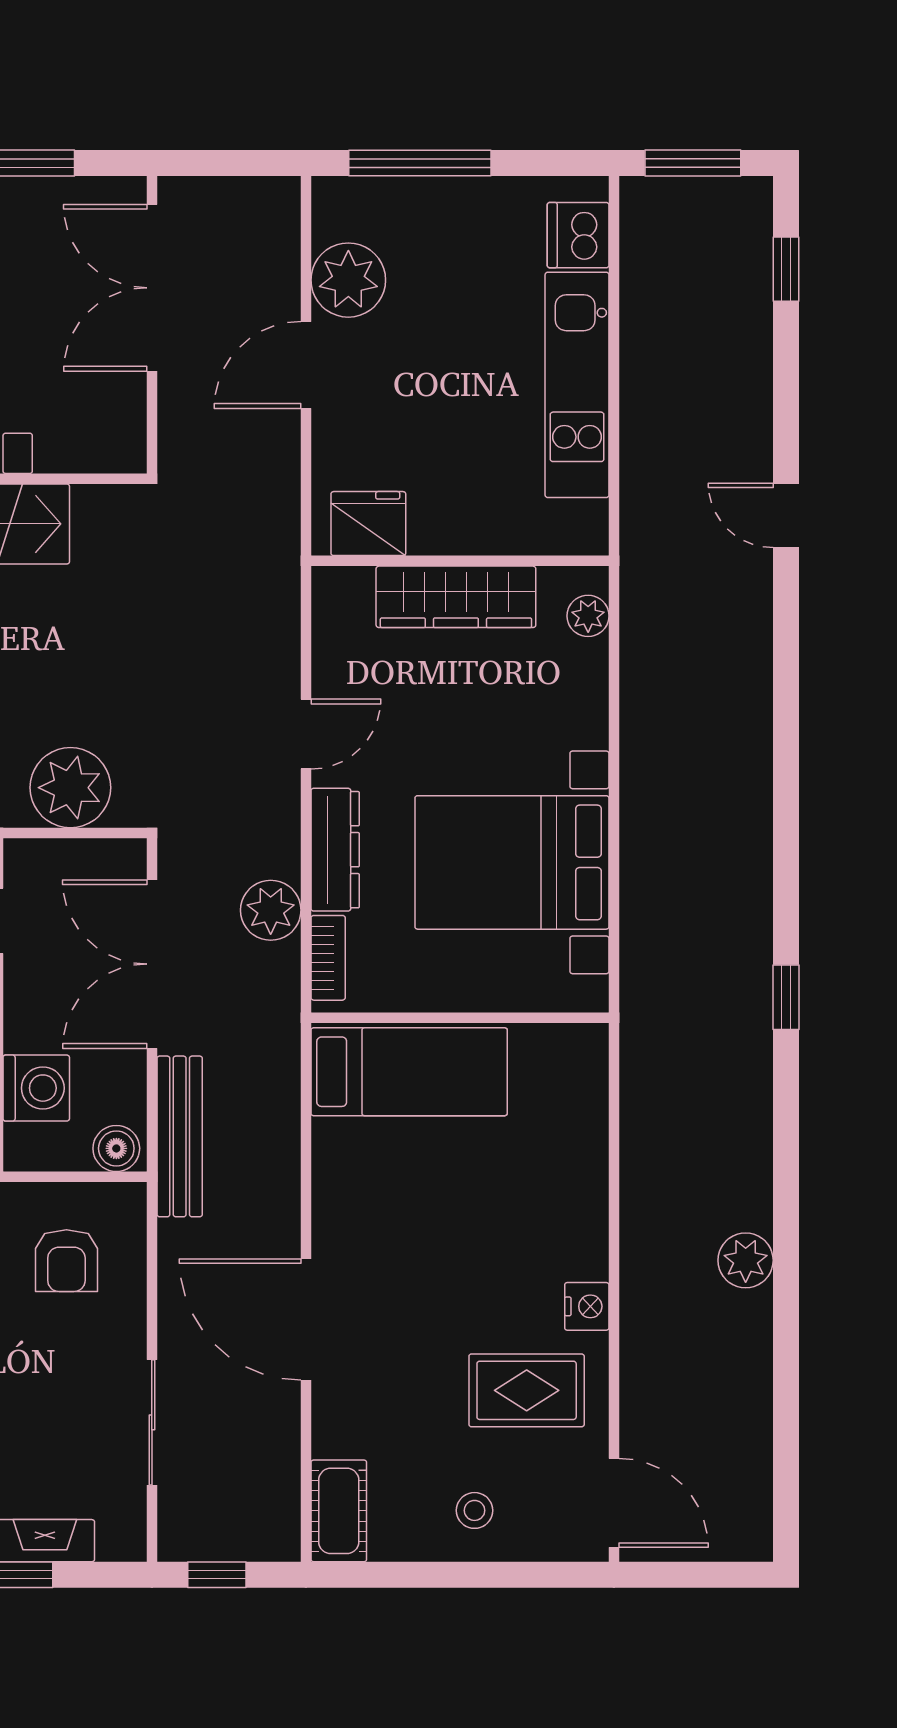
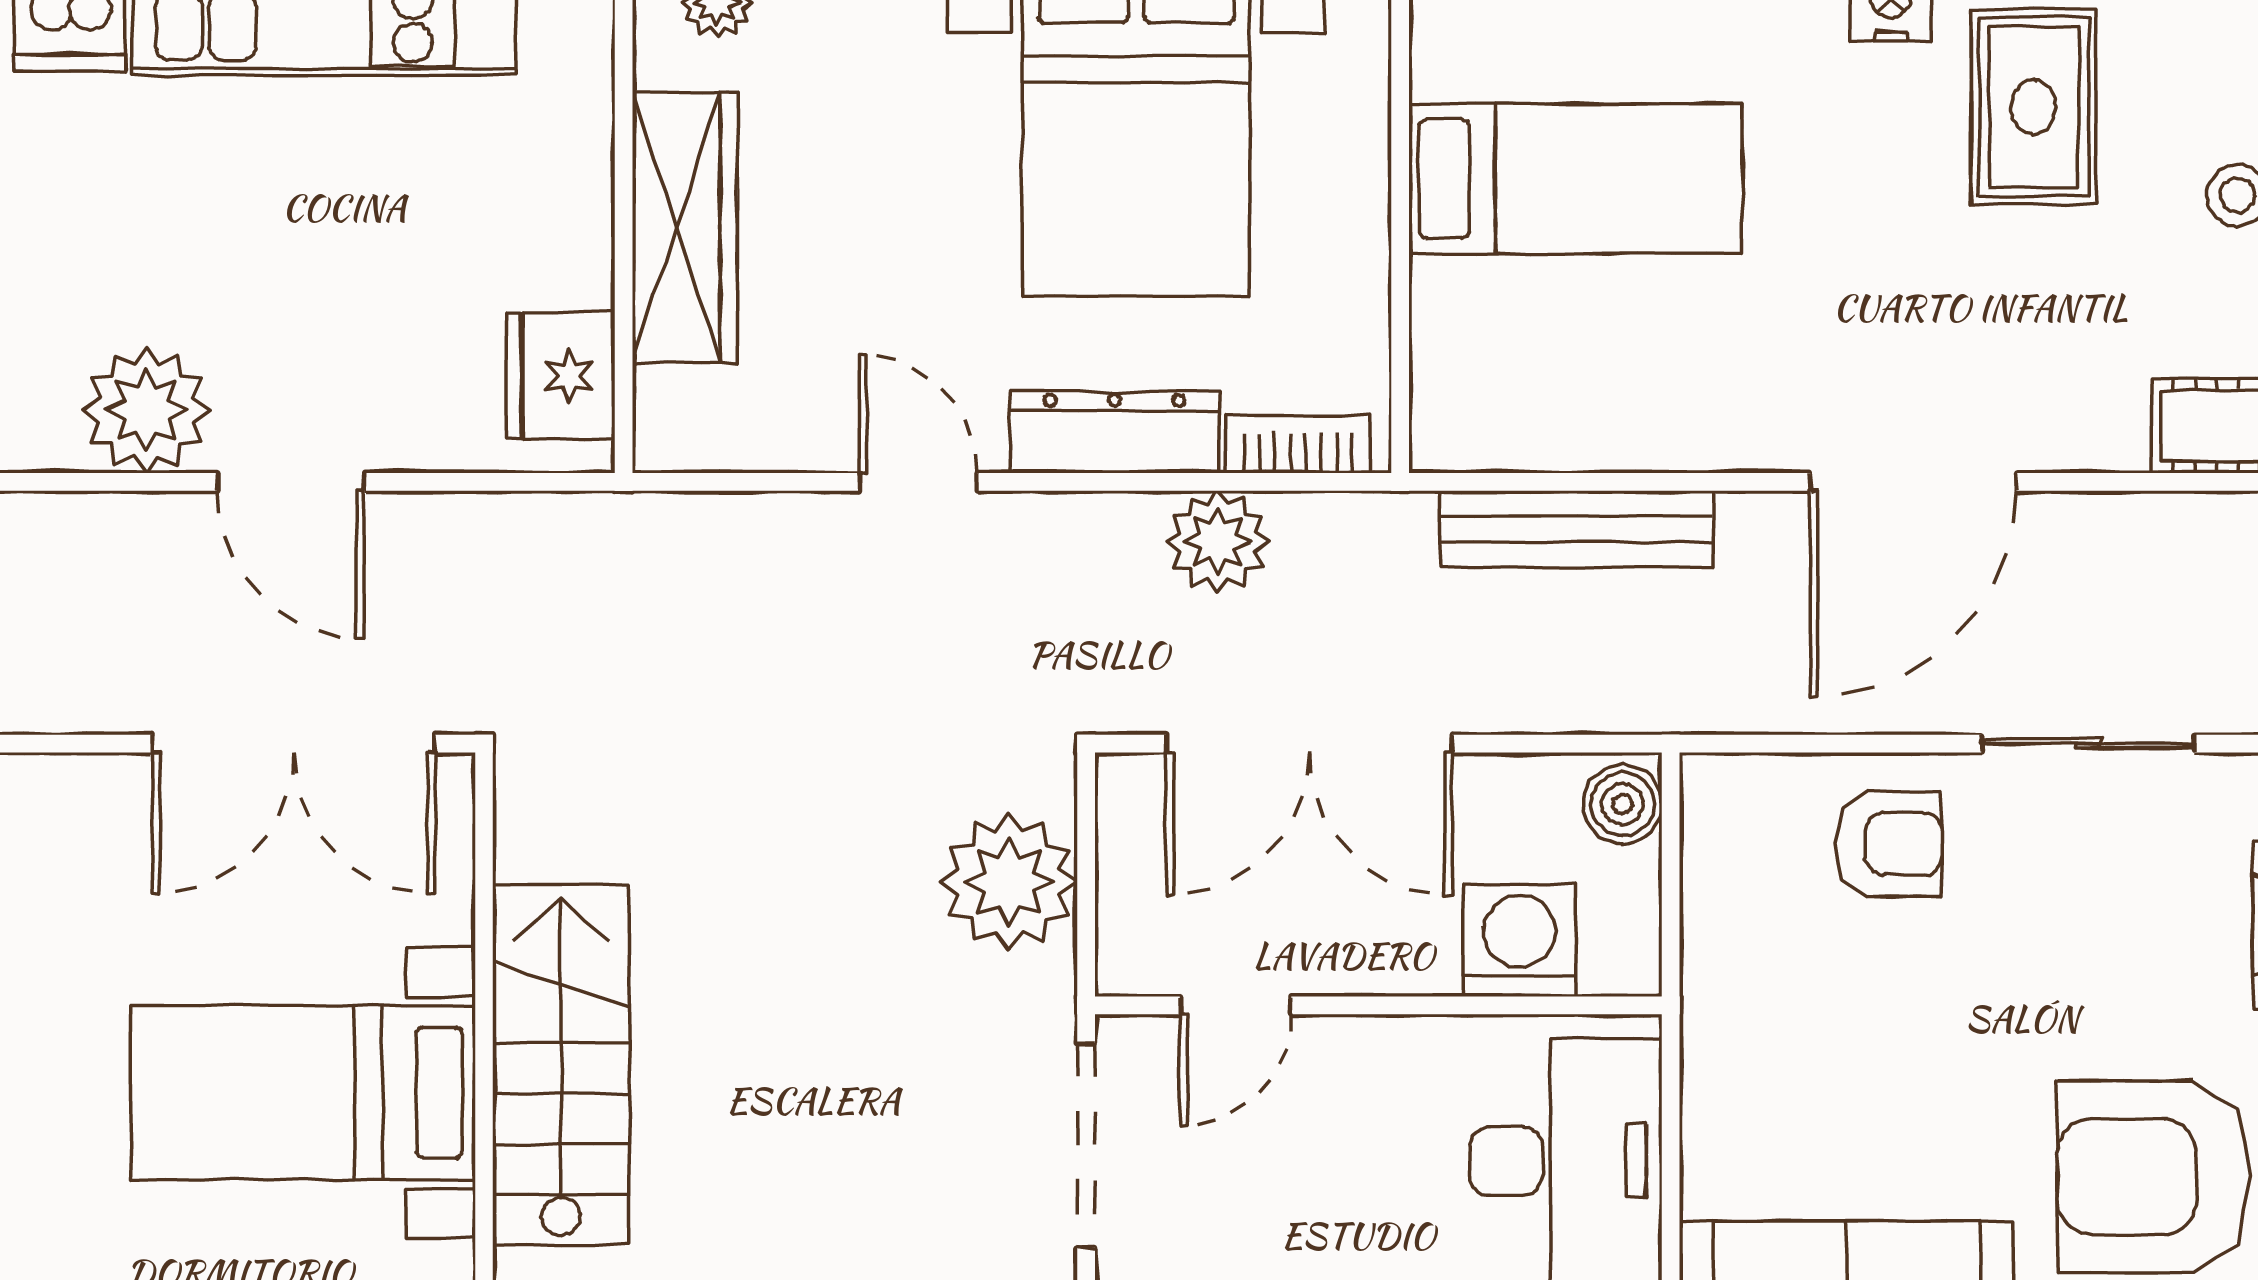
double door: (152, 288) -> (294, 744), moved
bed: (409, 1072) -> (1575, 179), moved, turned 90
bench: (180, 1136) -> (1577, 529), moved
armchair: (66, 1261) -> (1889, 844), moved

